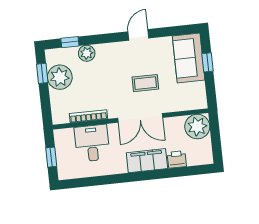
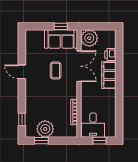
plant: (87, 53) -> (31, 109), removed
sofa: (189, 58) -> (61, 39), moved
window: (208, 62) -> (61, 26), moved
double door: (140, 118) -> (79, 66), moved
desk: (92, 143) -> (93, 125), moved, turned -90

